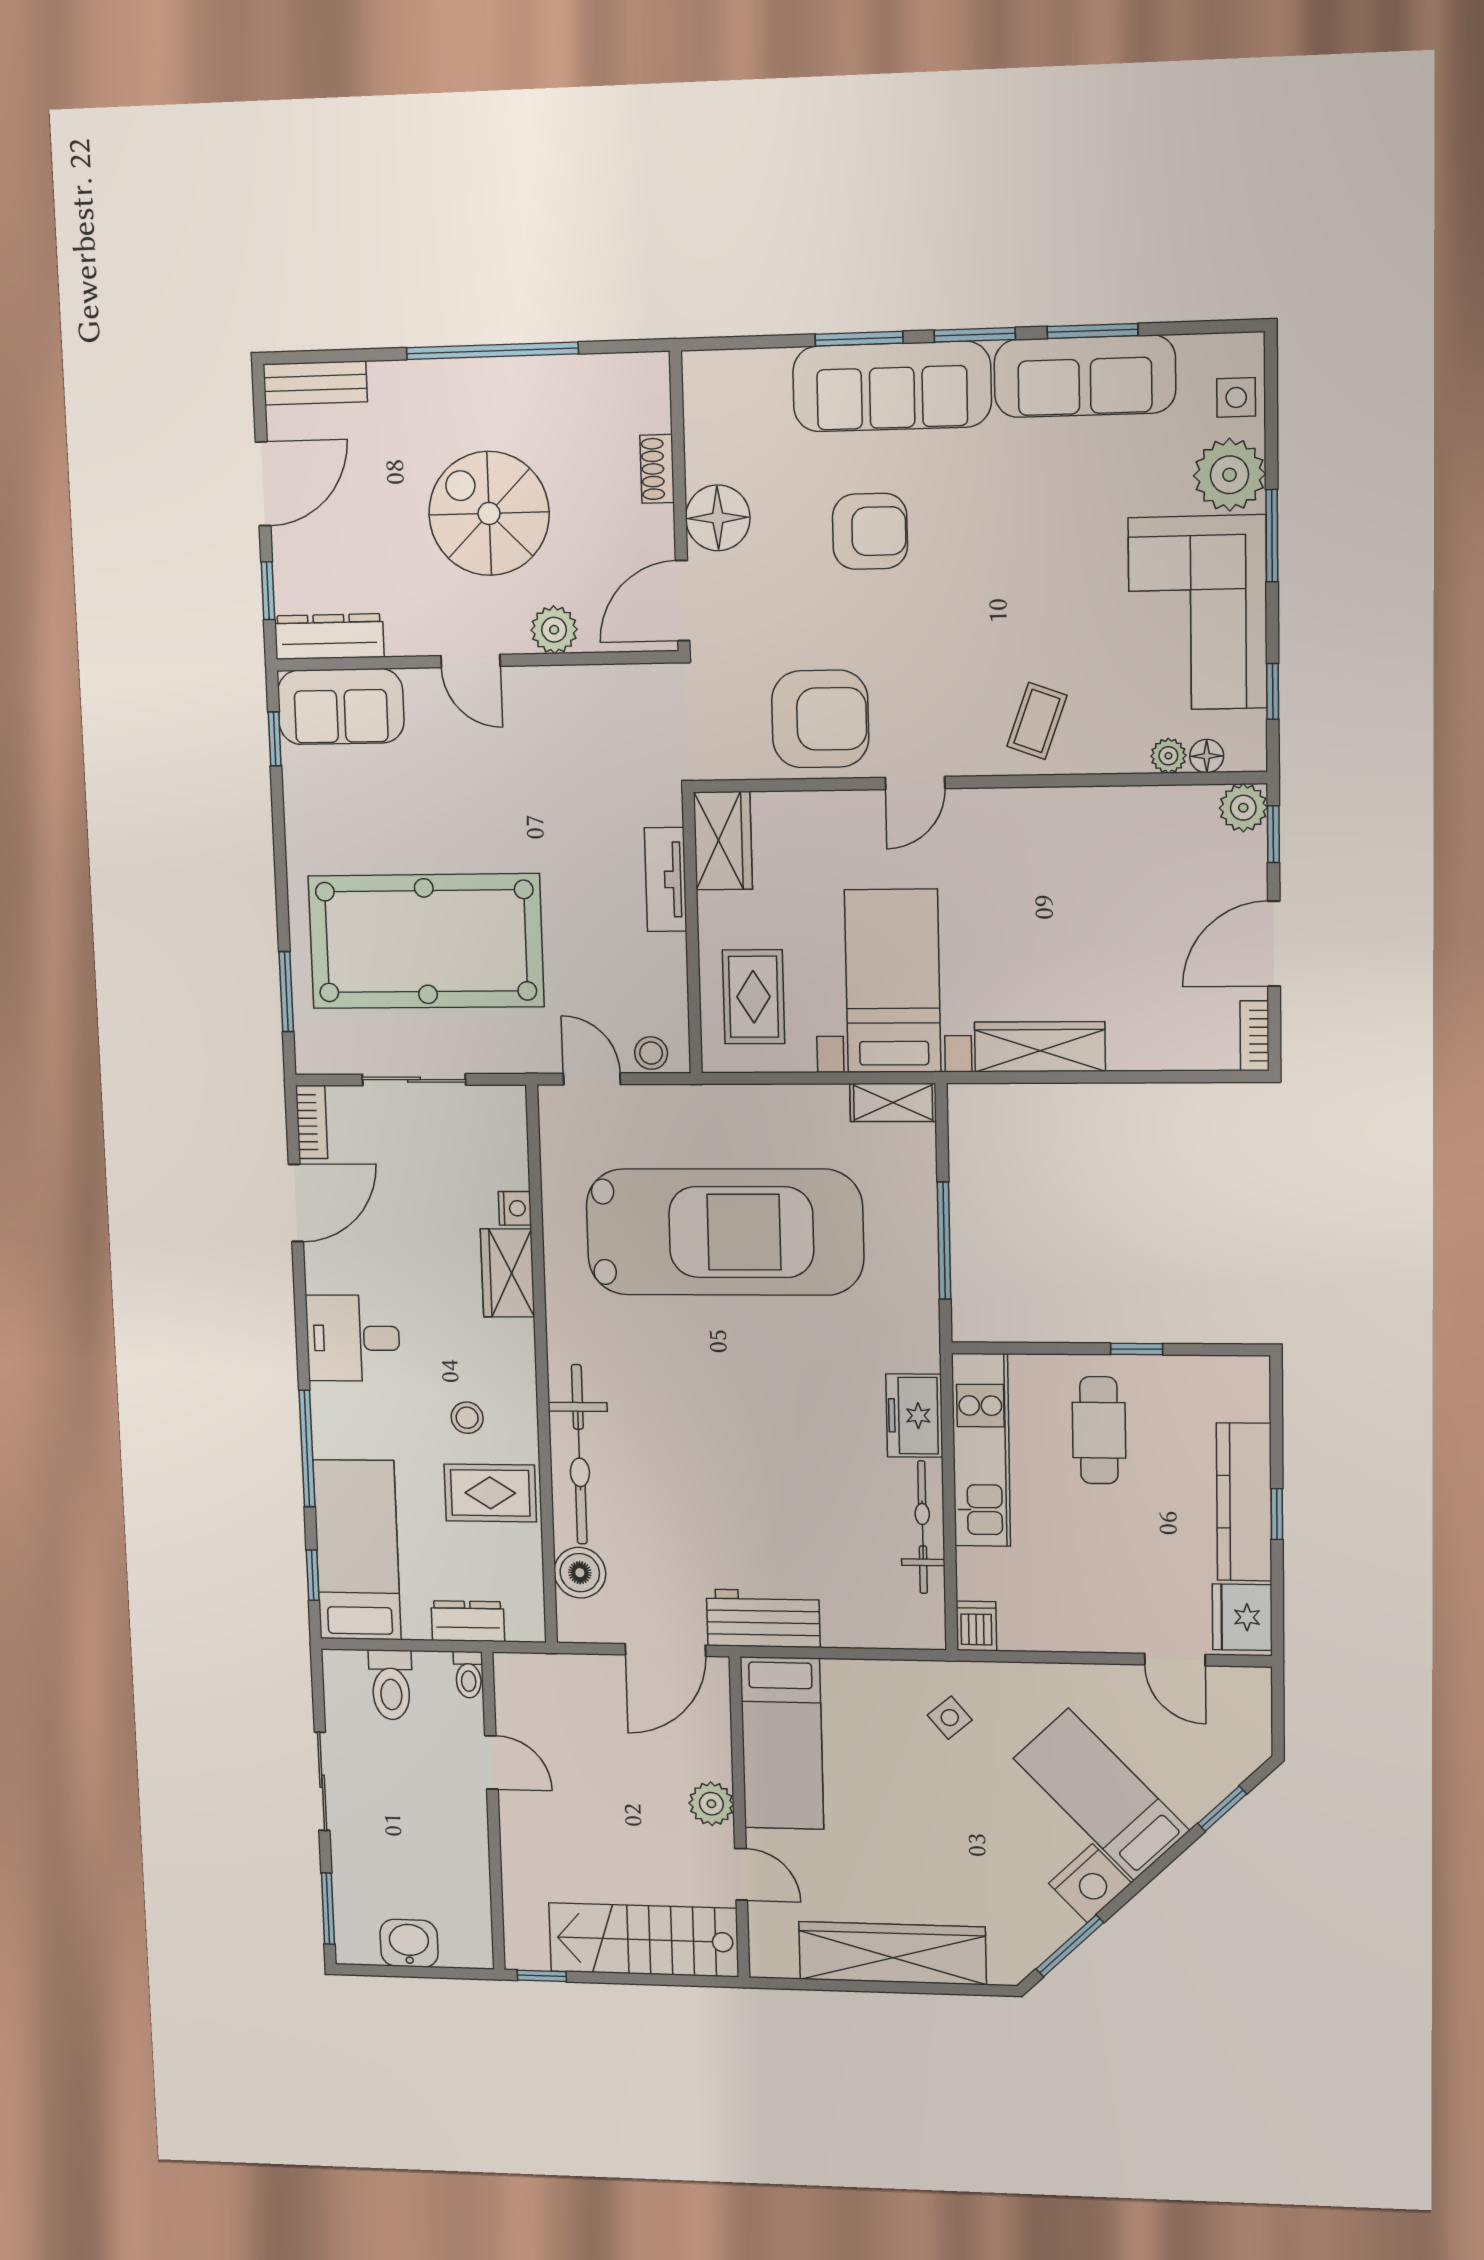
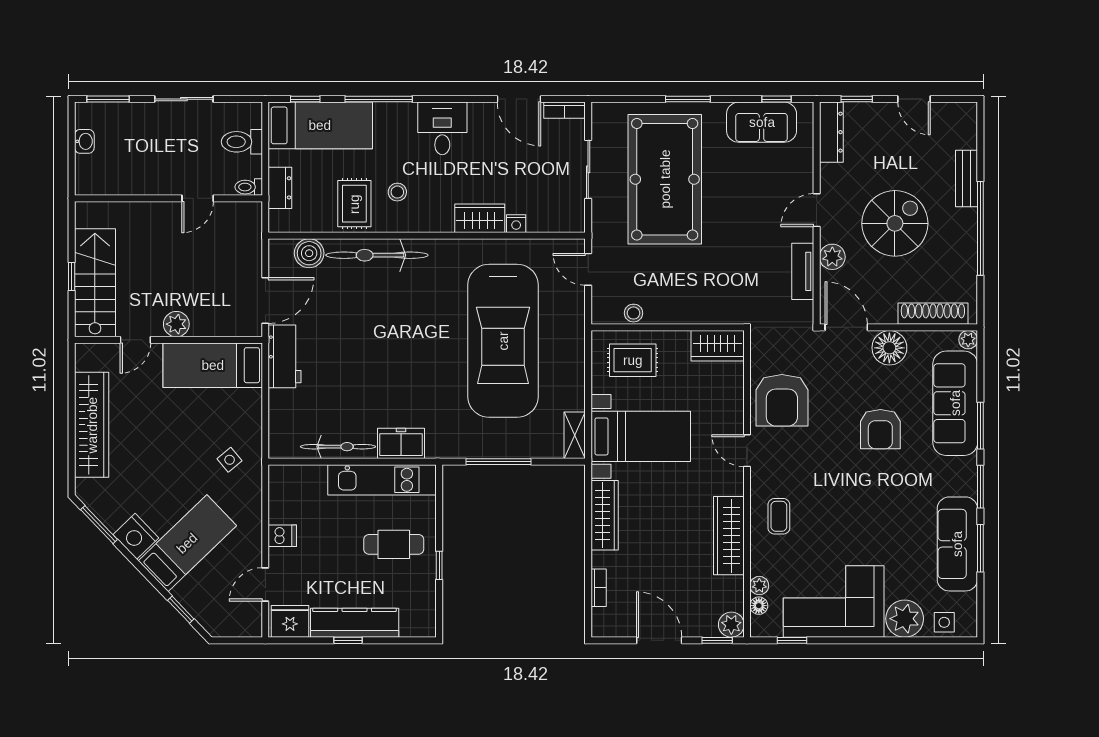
plant: (699, 368) -> (968, 340), added
bench: (315, 383) -> (967, 179), moved
sofa: (892, 387) -> (955, 403), moved
shoe rack: (657, 469) -> (933, 314), width x1.94, depth x1.24
door: (263, 484) -> (914, 99), width x0.73
window: (1272, 536) -> (873, 640), removed
sofa: (341, 707) -> (762, 122), moved, turned -90
coffee table: (1037, 721) -> (779, 516), turned 70
wardrobe: (1075, 815) -> (729, 536), added
tv unit: (666, 880) -> (803, 271), moved, turned -90
window: (286, 992) -> (688, 99), moved
bookcase: (1255, 1036) -> (599, 588), moved, turned 90
stool: (651, 1053) -> (633, 313), moved
door: (592, 1079) -> (588, 269), swing flipped
dishwasher: (976, 1626) -> (282, 536), moved
door: (665, 1650) -> (265, 301), swing flipped
washbasin: (409, 1943) -> (84, 141), width x0.72, depth x0.69
window: (542, 1976) -> (72, 276), moved

